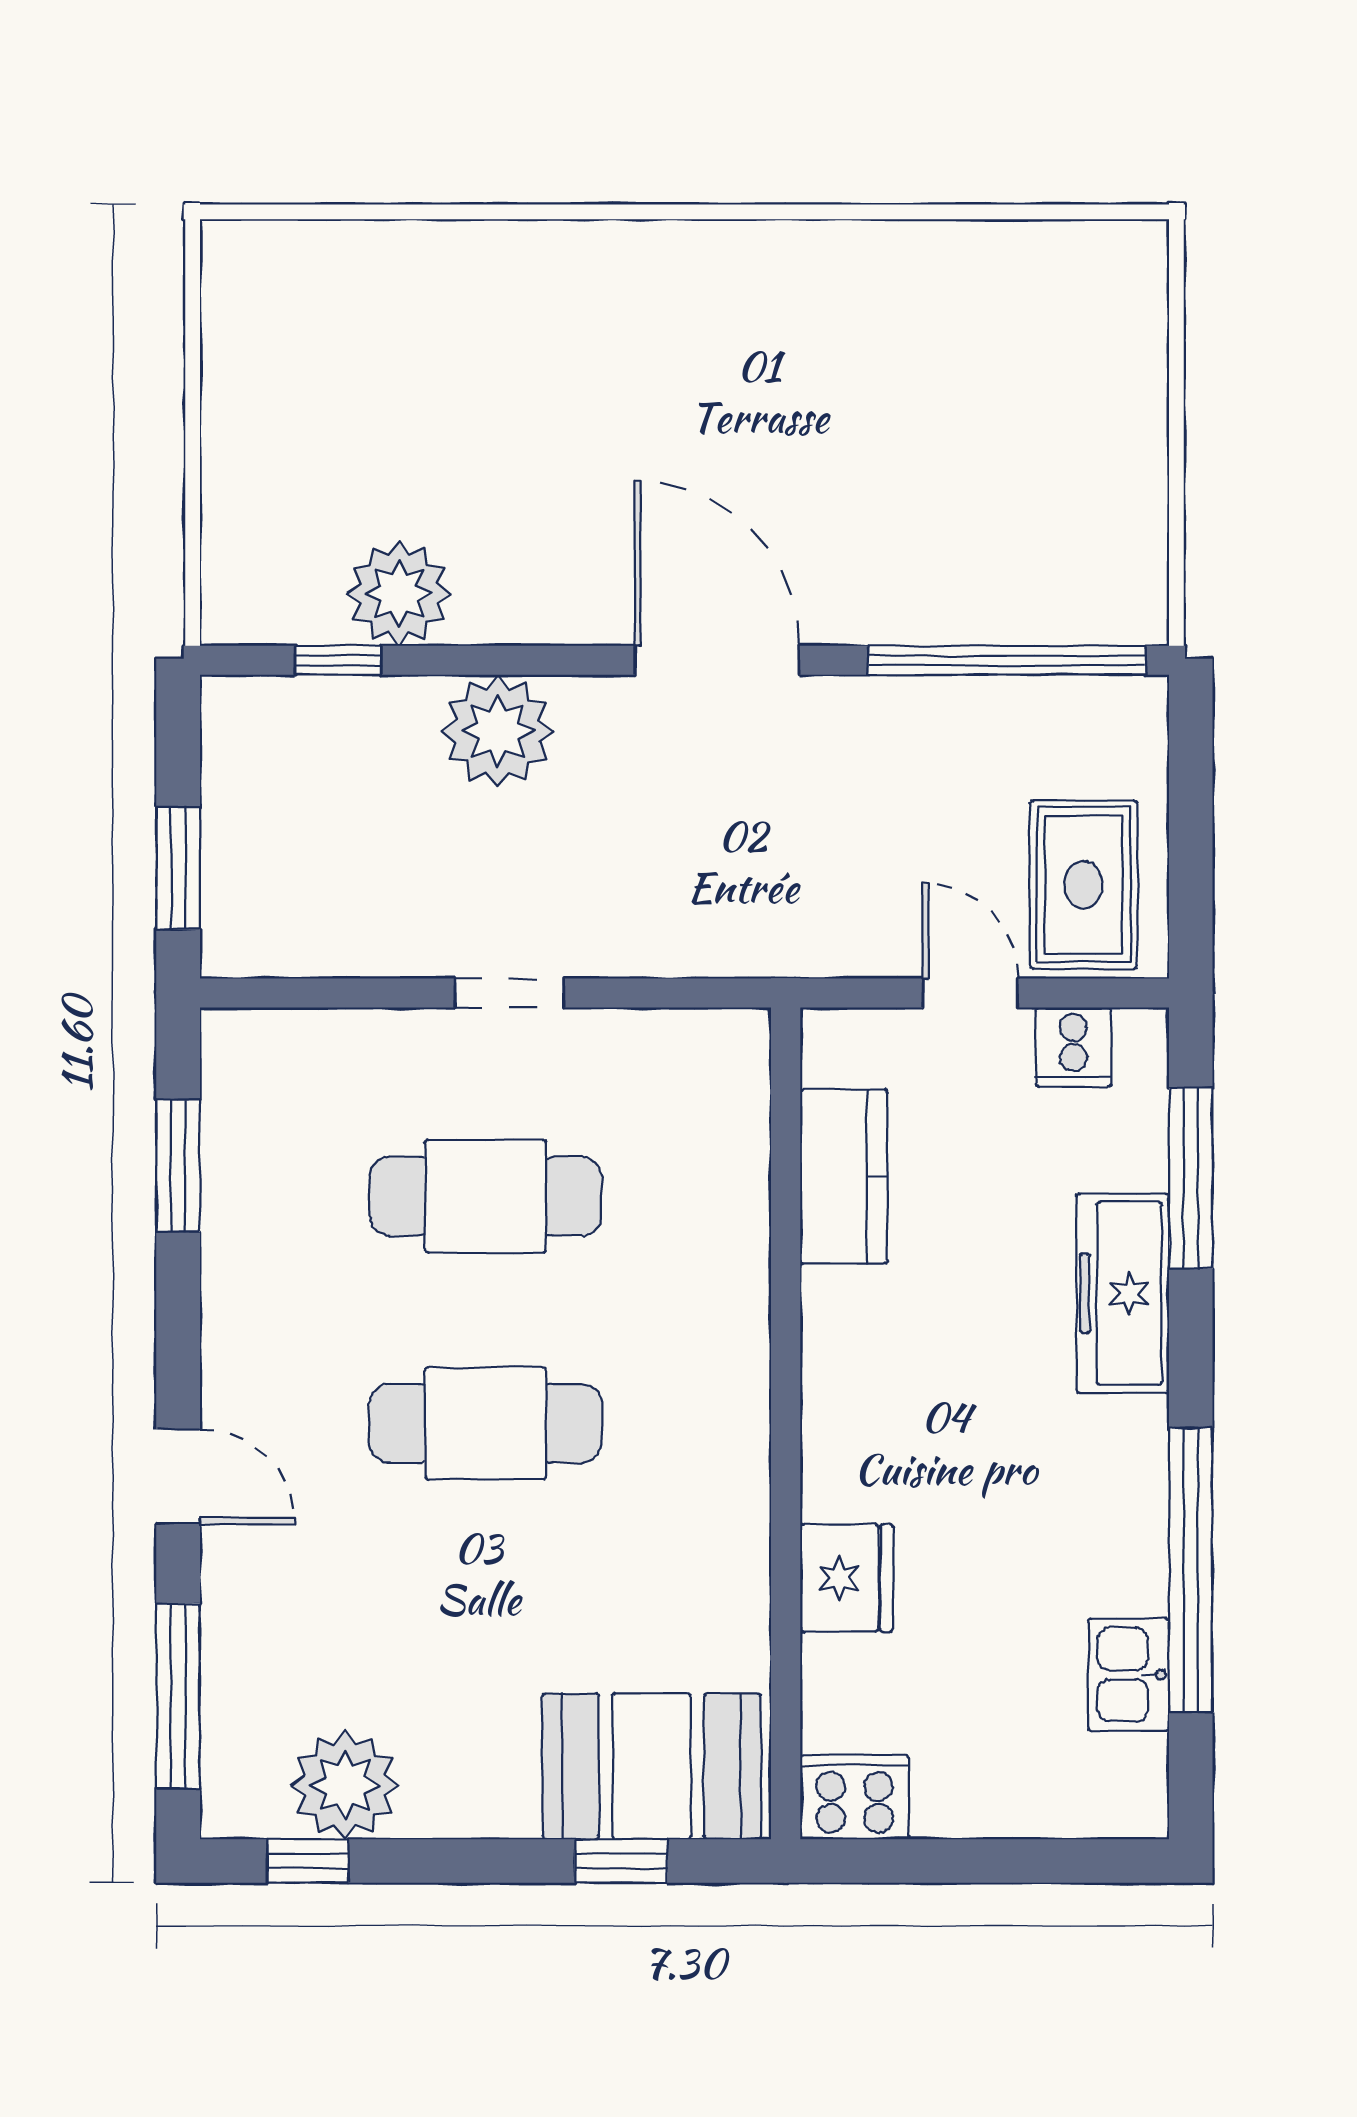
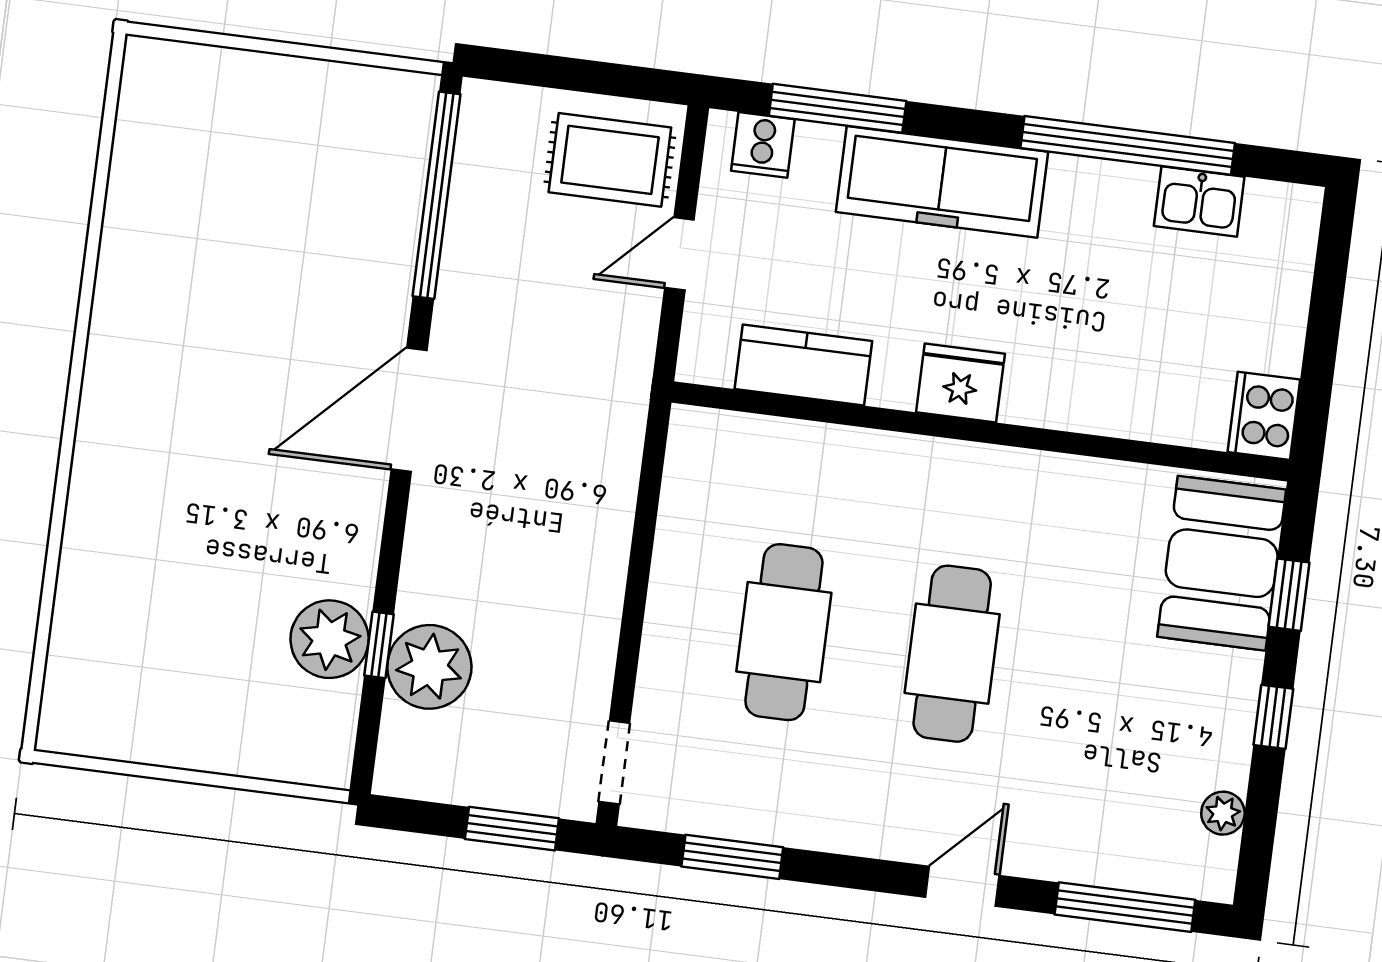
window: (338, 660) -> (379, 645), moved
plant: (498, 731) -> (429, 667), moved
doorway: (510, 993) -> (614, 762), moved
cooker: (1073, 1047) -> (763, 145), moved, turned 90
freezer: (1123, 1293) -> (942, 182), width x1.36, depth x1.26
fridge: (847, 1578) -> (960, 383), moved
plant: (345, 1785) -> (1223, 813), width x0.53, depth x0.53
window: (308, 1861) -> (1273, 717), moved

